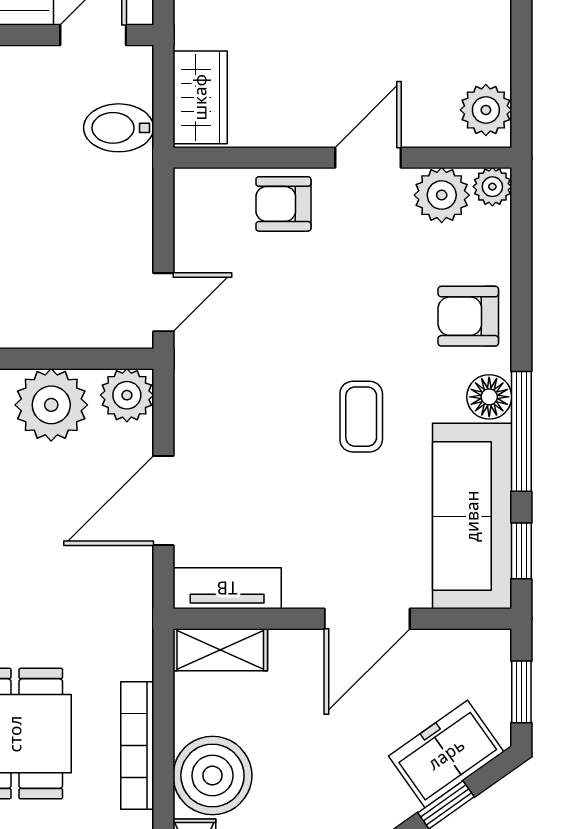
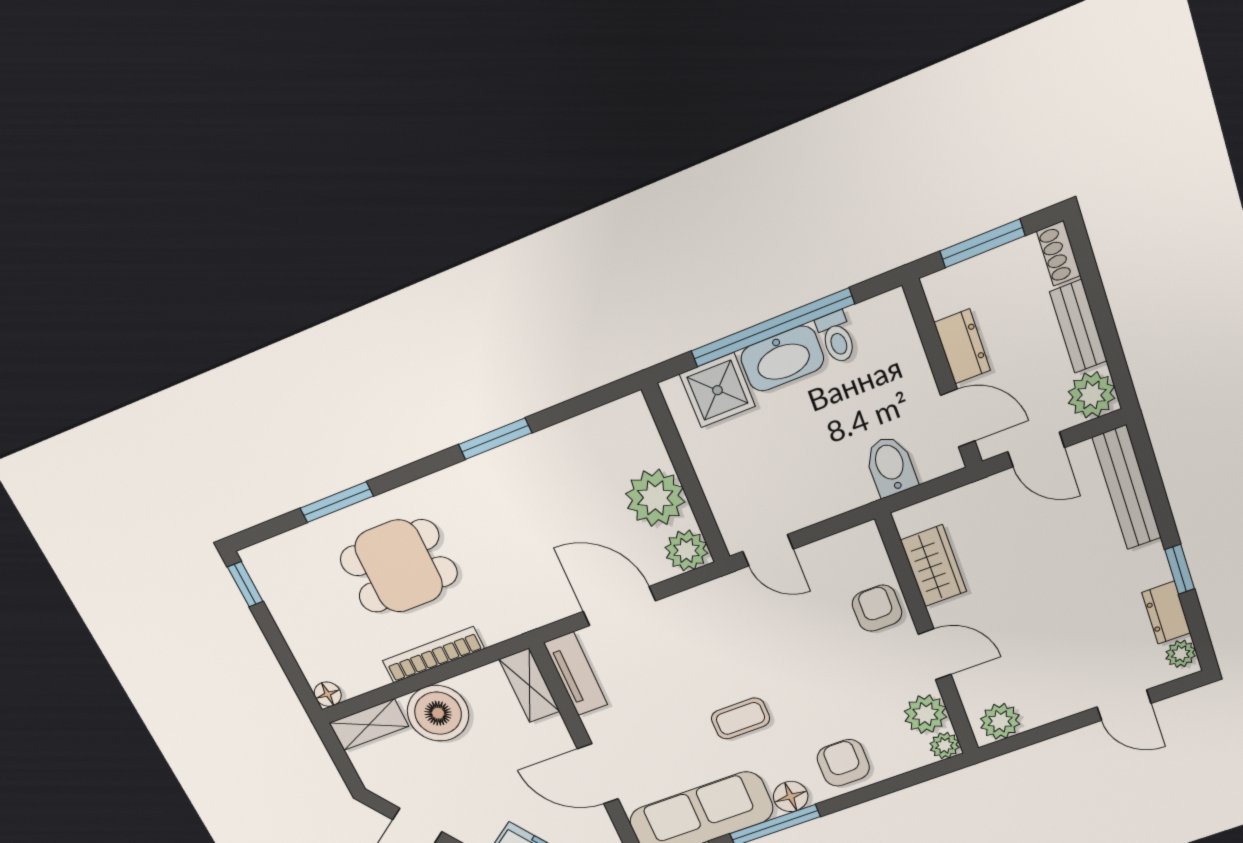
wardrobe: (200, 97) -> (934, 566), moved, turned -90

